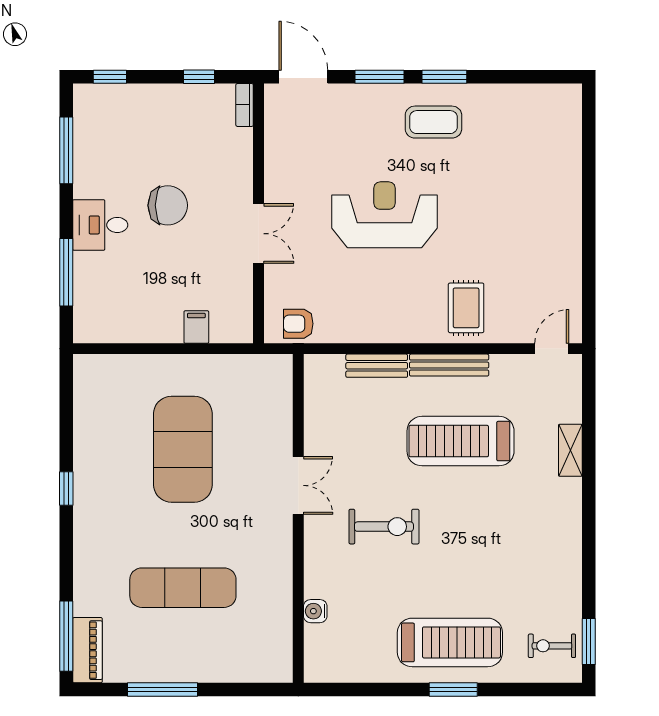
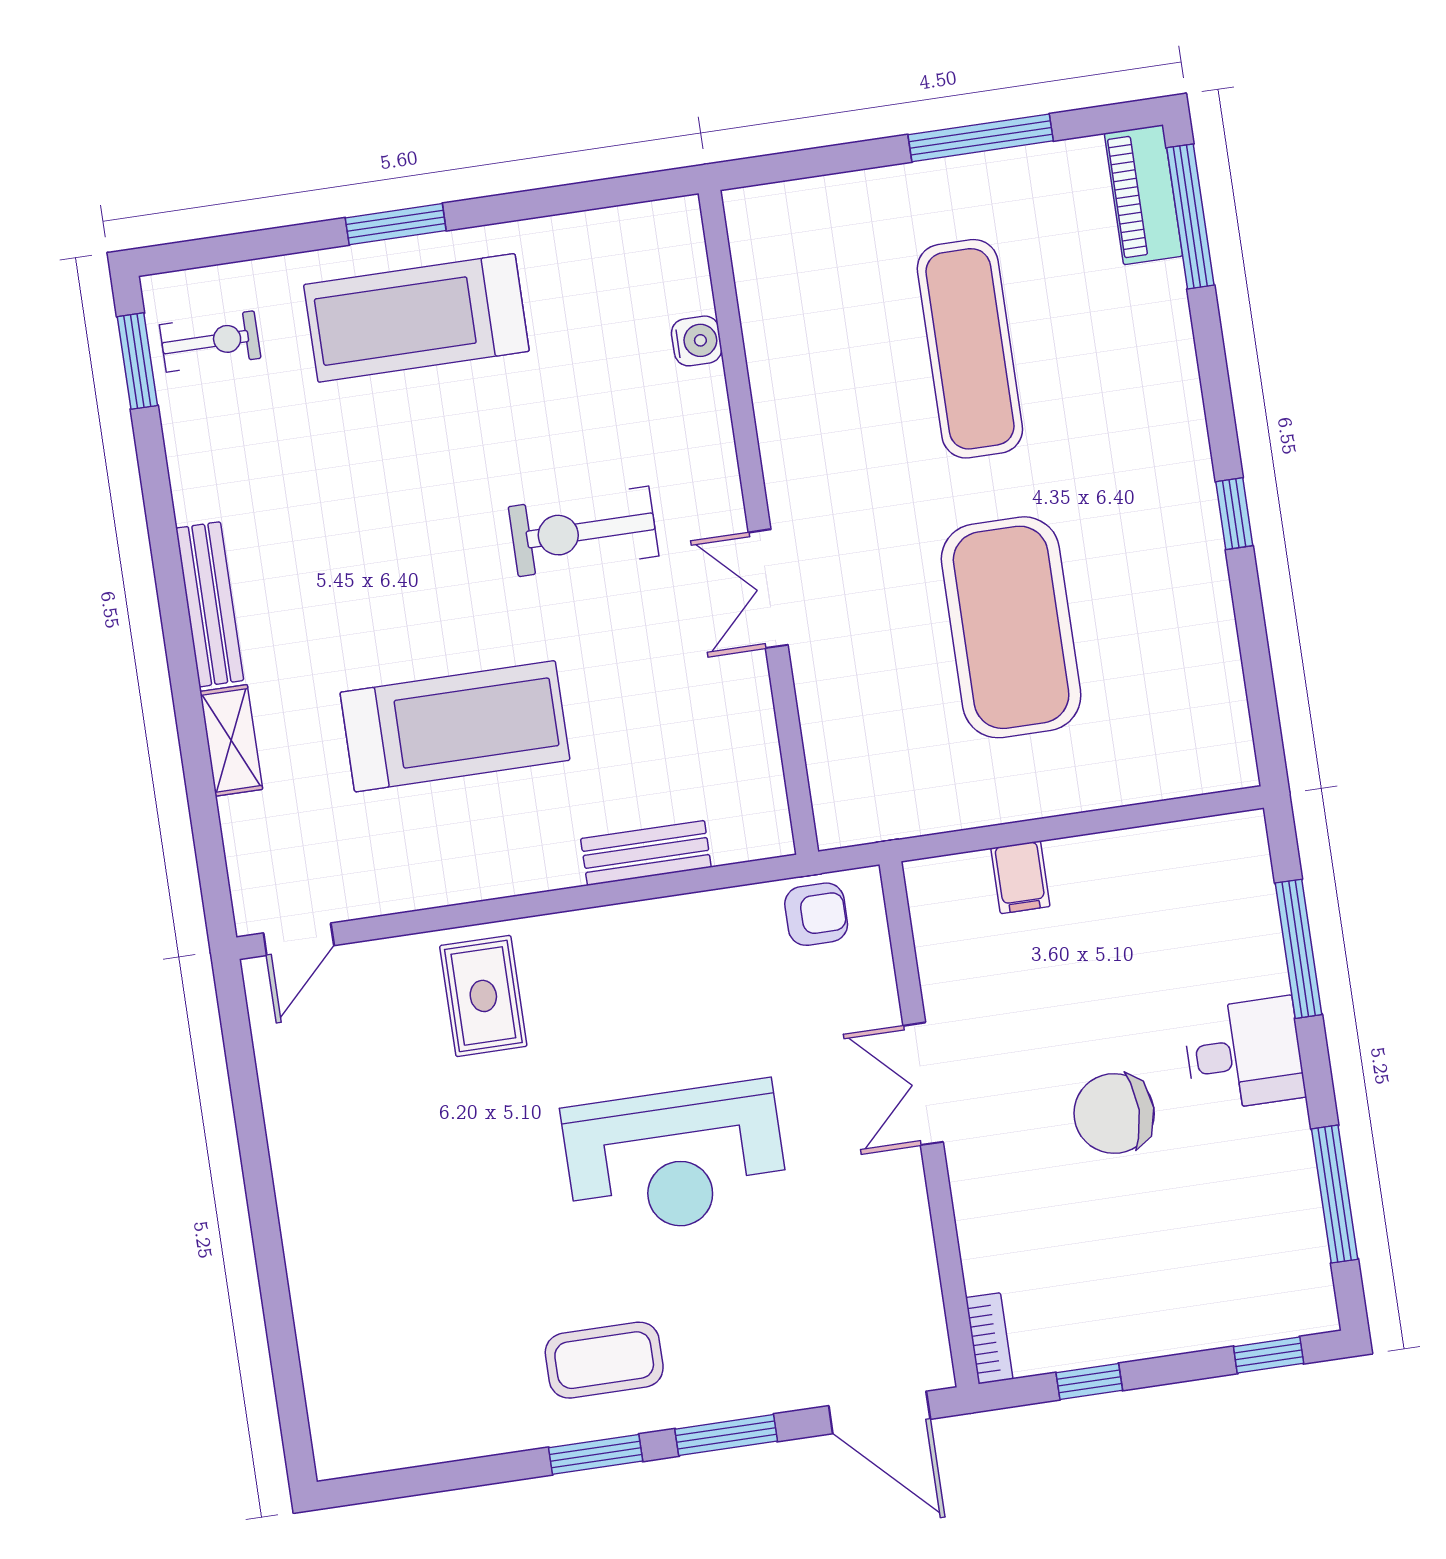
bench: (449, 365) -> (210, 604), moved, turned 90
exercise mat: (183, 588) -> (970, 349), turned 90

